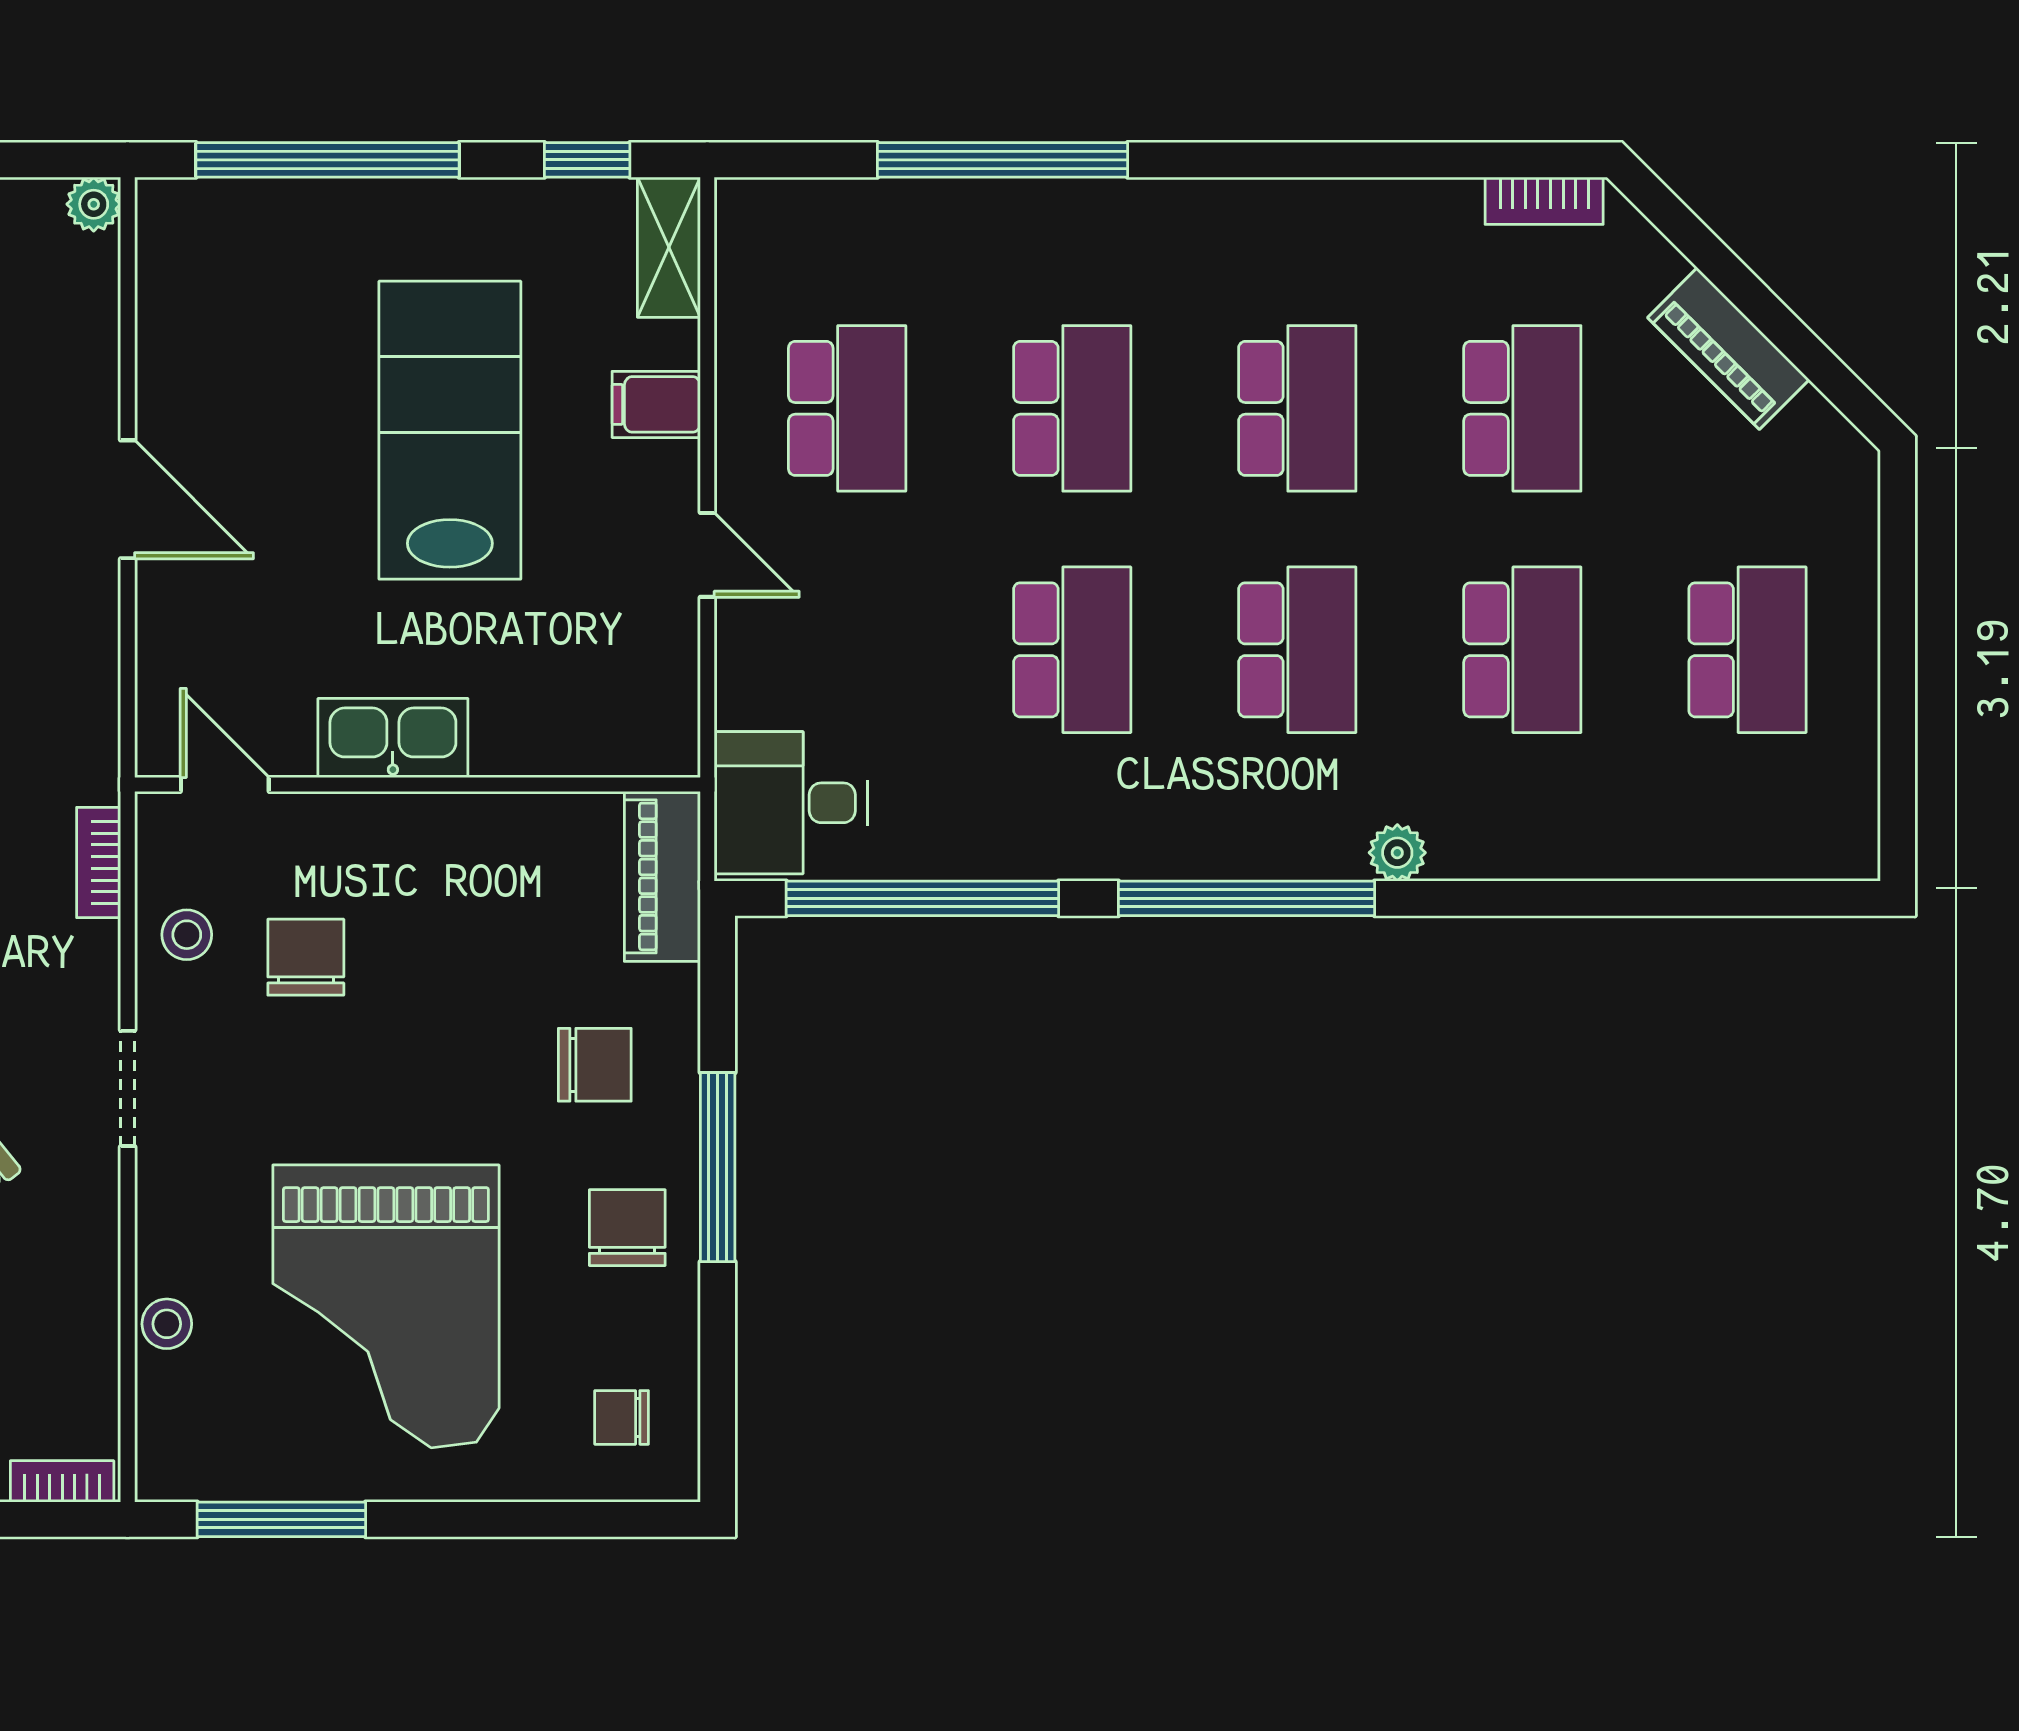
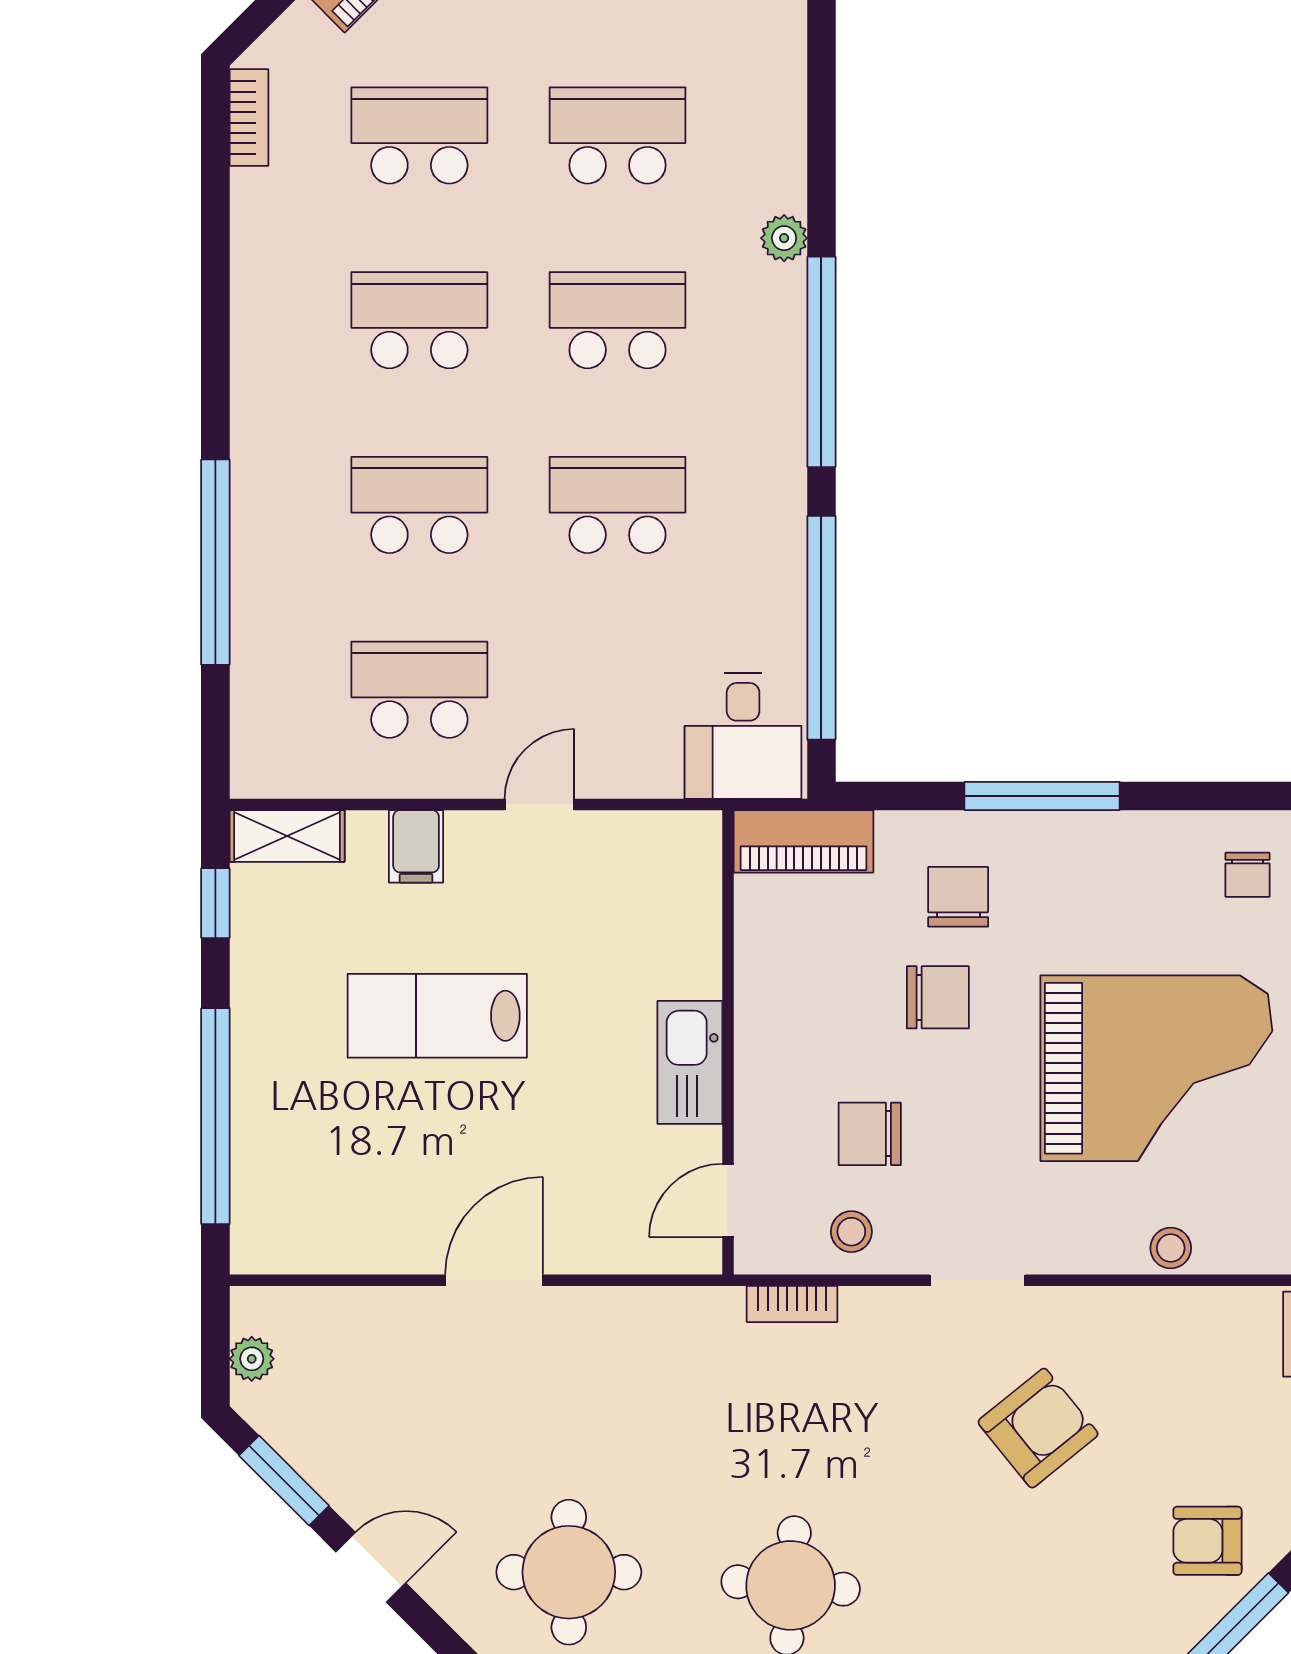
plant: (94, 204) -> (252, 1359), moved
lab bench: (450, 430) -> (437, 1016), width x0.73, depth x0.72
chair: (627, 1228) -> (938, 997), moved, turned 180

